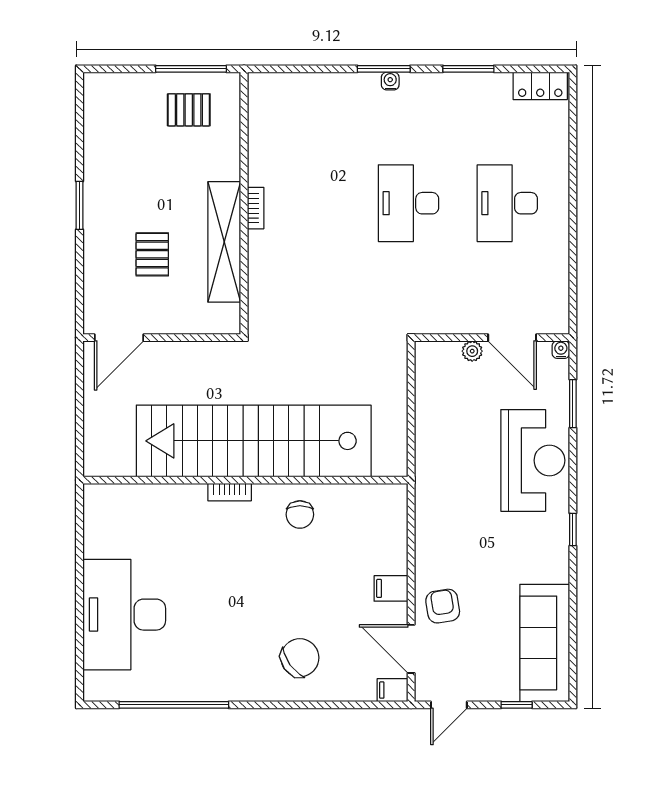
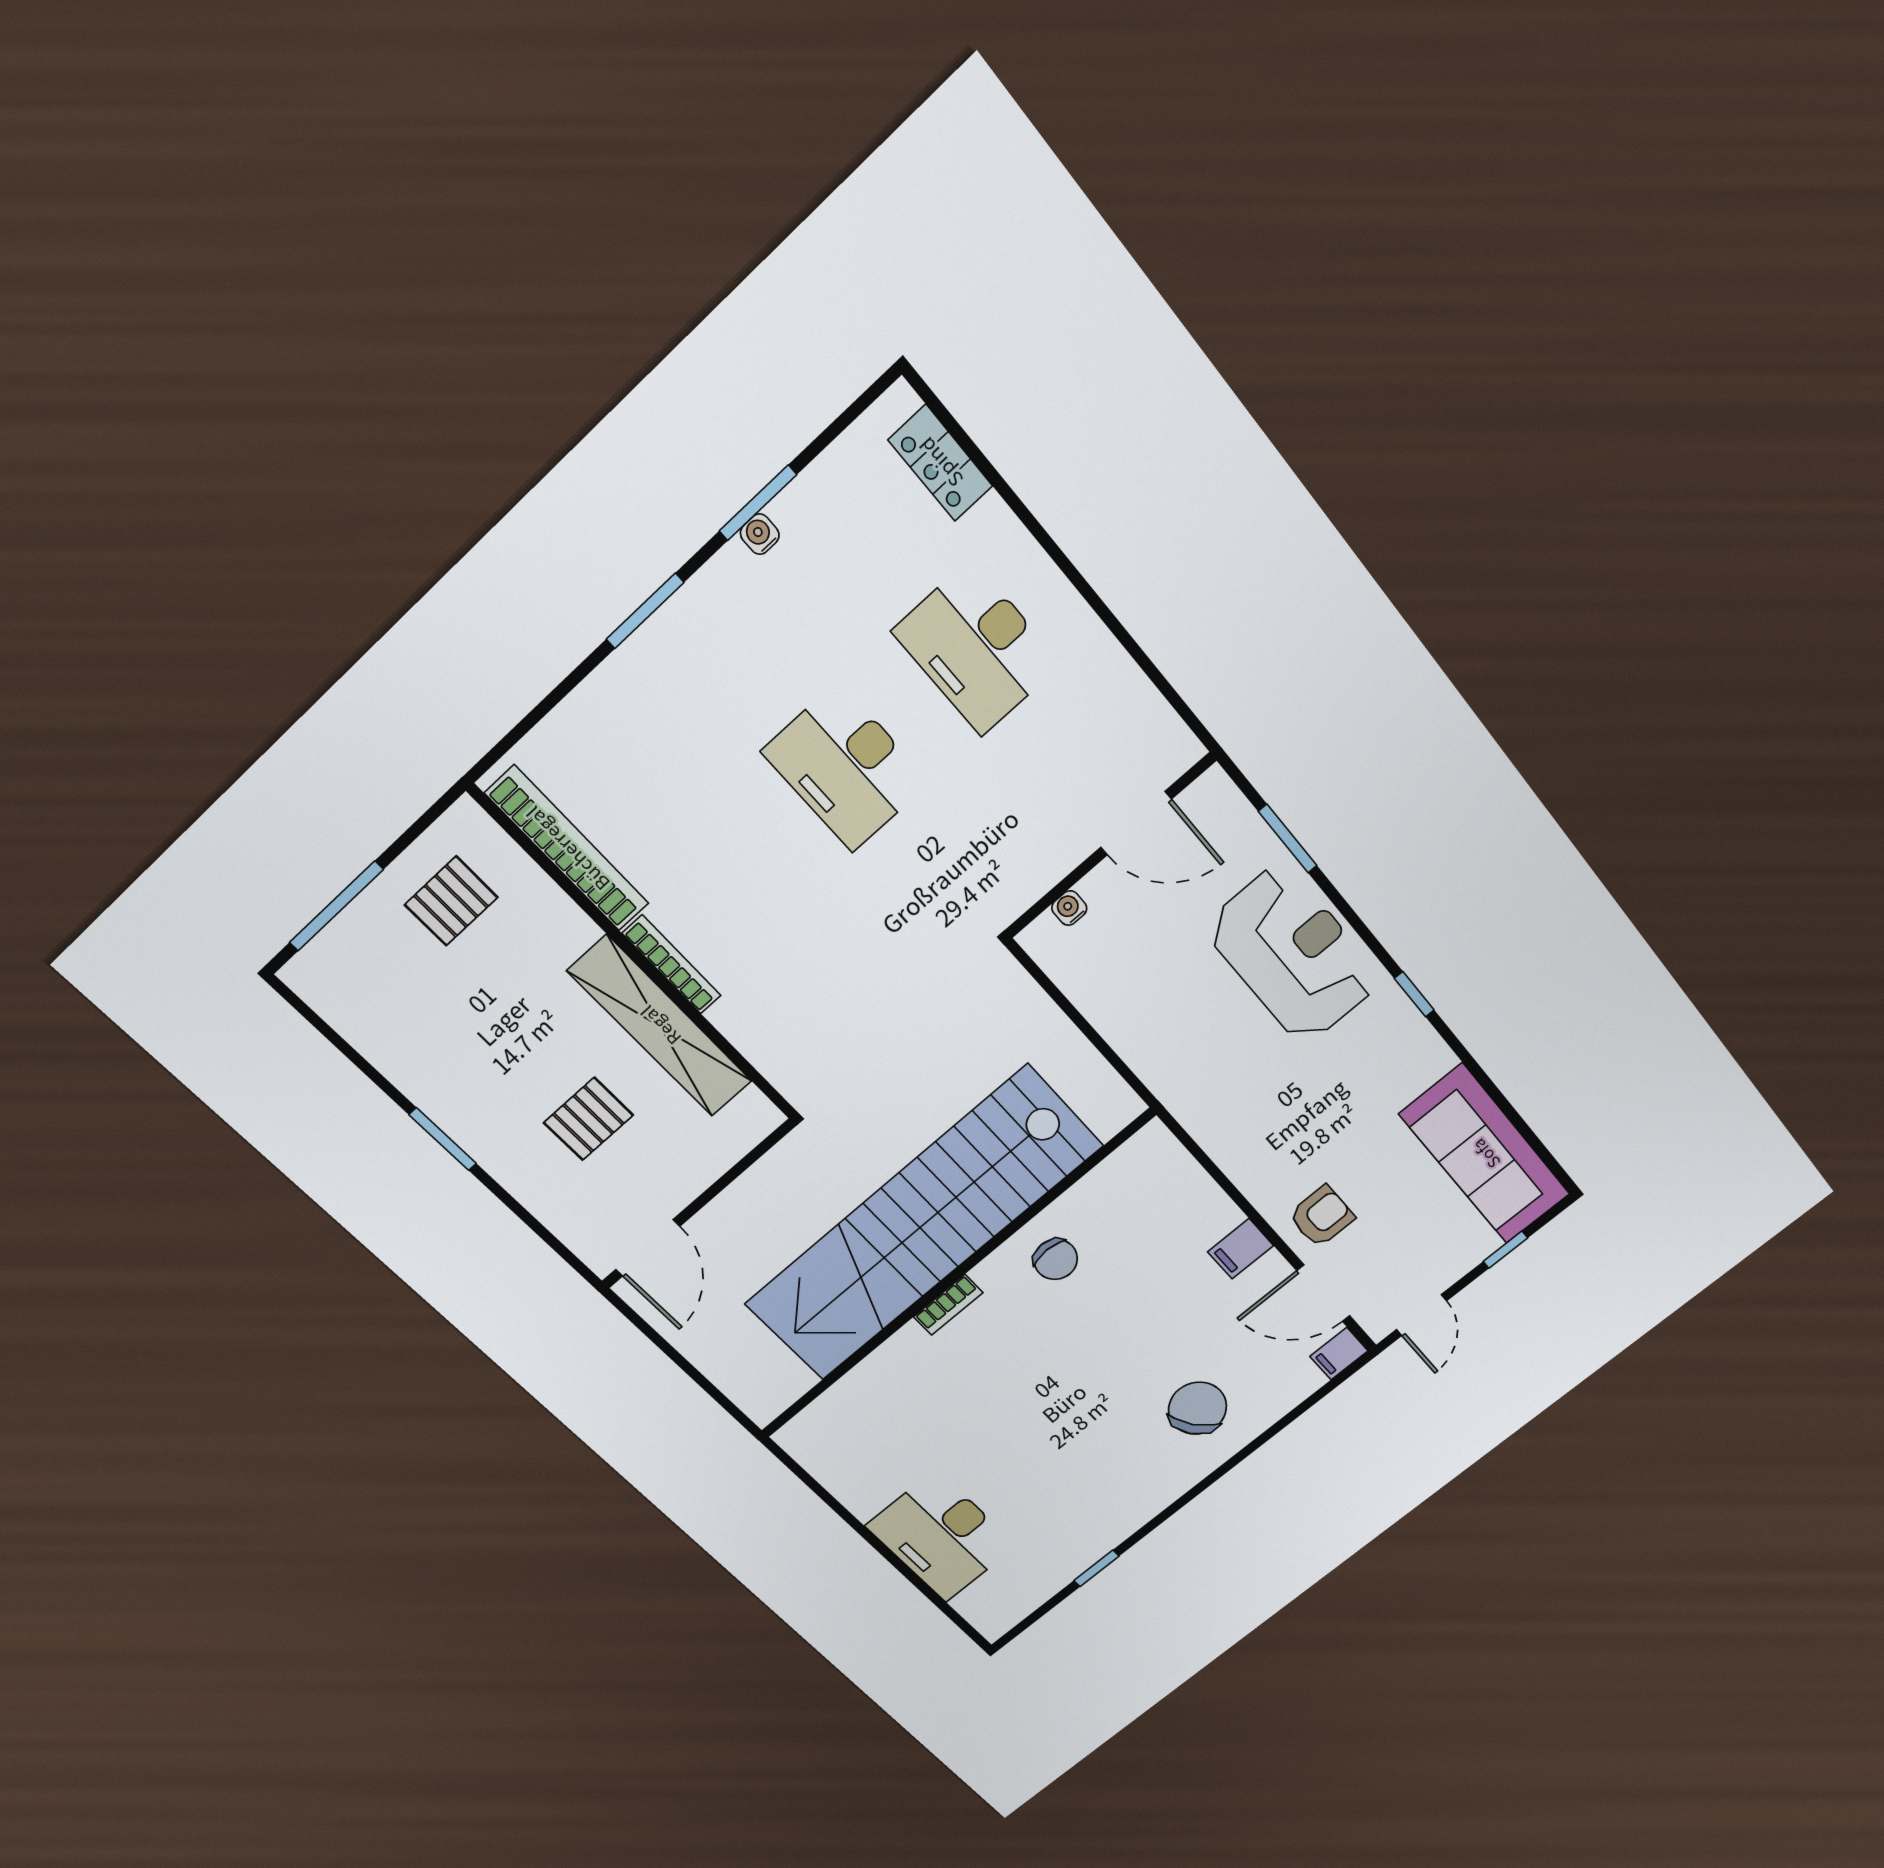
window: (191, 69) -> (336, 906), moved
water cooler: (390, 81) -> (760, 534), moved
locker: (540, 86) -> (940, 463), moved, turned 90
bookcase: (259, 132) -> (567, 849), added
bookcase: (256, 208) -> (672, 965), width x1.56
pallet: (152, 254) -> (588, 1119), turned 90
water cooler: (561, 350) -> (1069, 908), moved
plant: (472, 351) -> (1099, 886), removed
armchair: (443, 606) -> (1322, 1216), turned 99
desk: (124, 615) -> (941, 1536), width x0.73, depth x0.77
window: (174, 705) -> (1096, 1568), width x0.32

